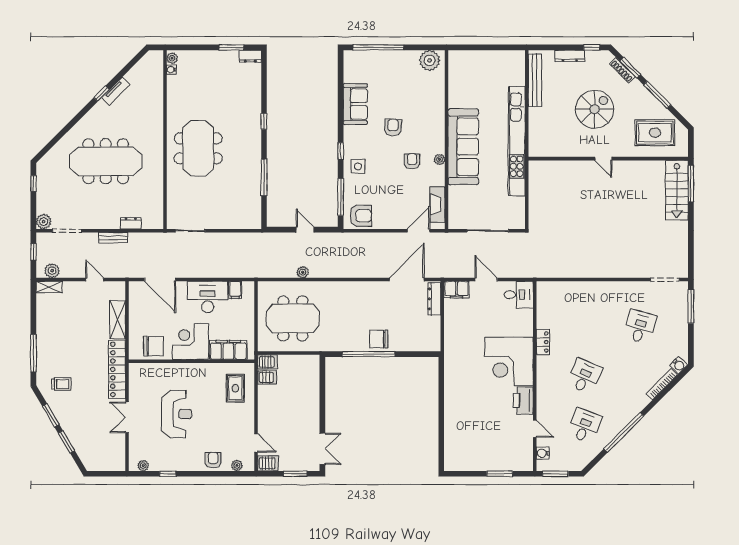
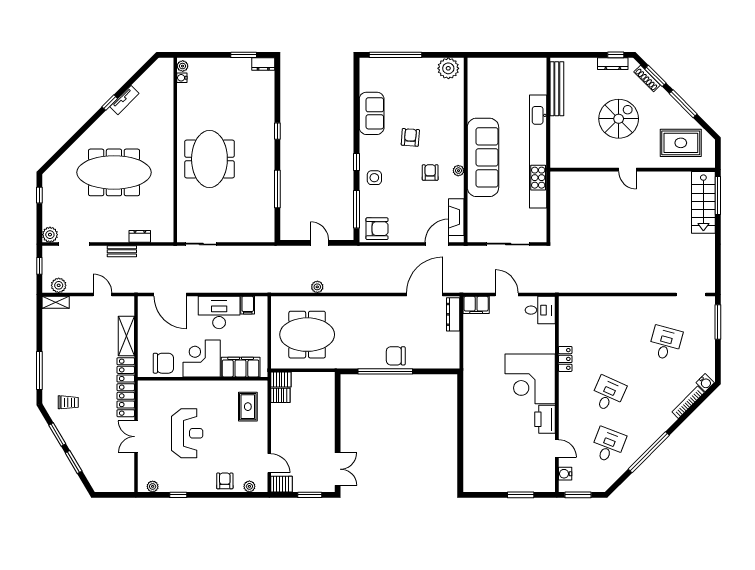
dresser: (570, 56) -> (613, 64), moved

